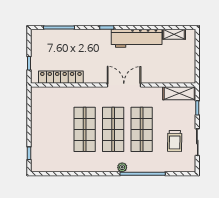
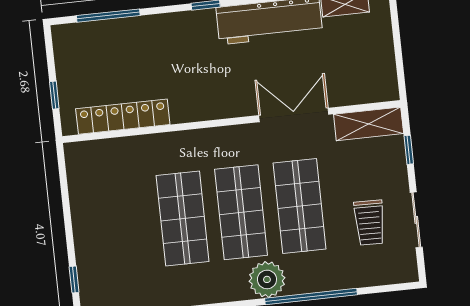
double door: (124, 85) -> (294, 115), moved
plant: (122, 167) -> (267, 279), width x1.88, depth x1.88

